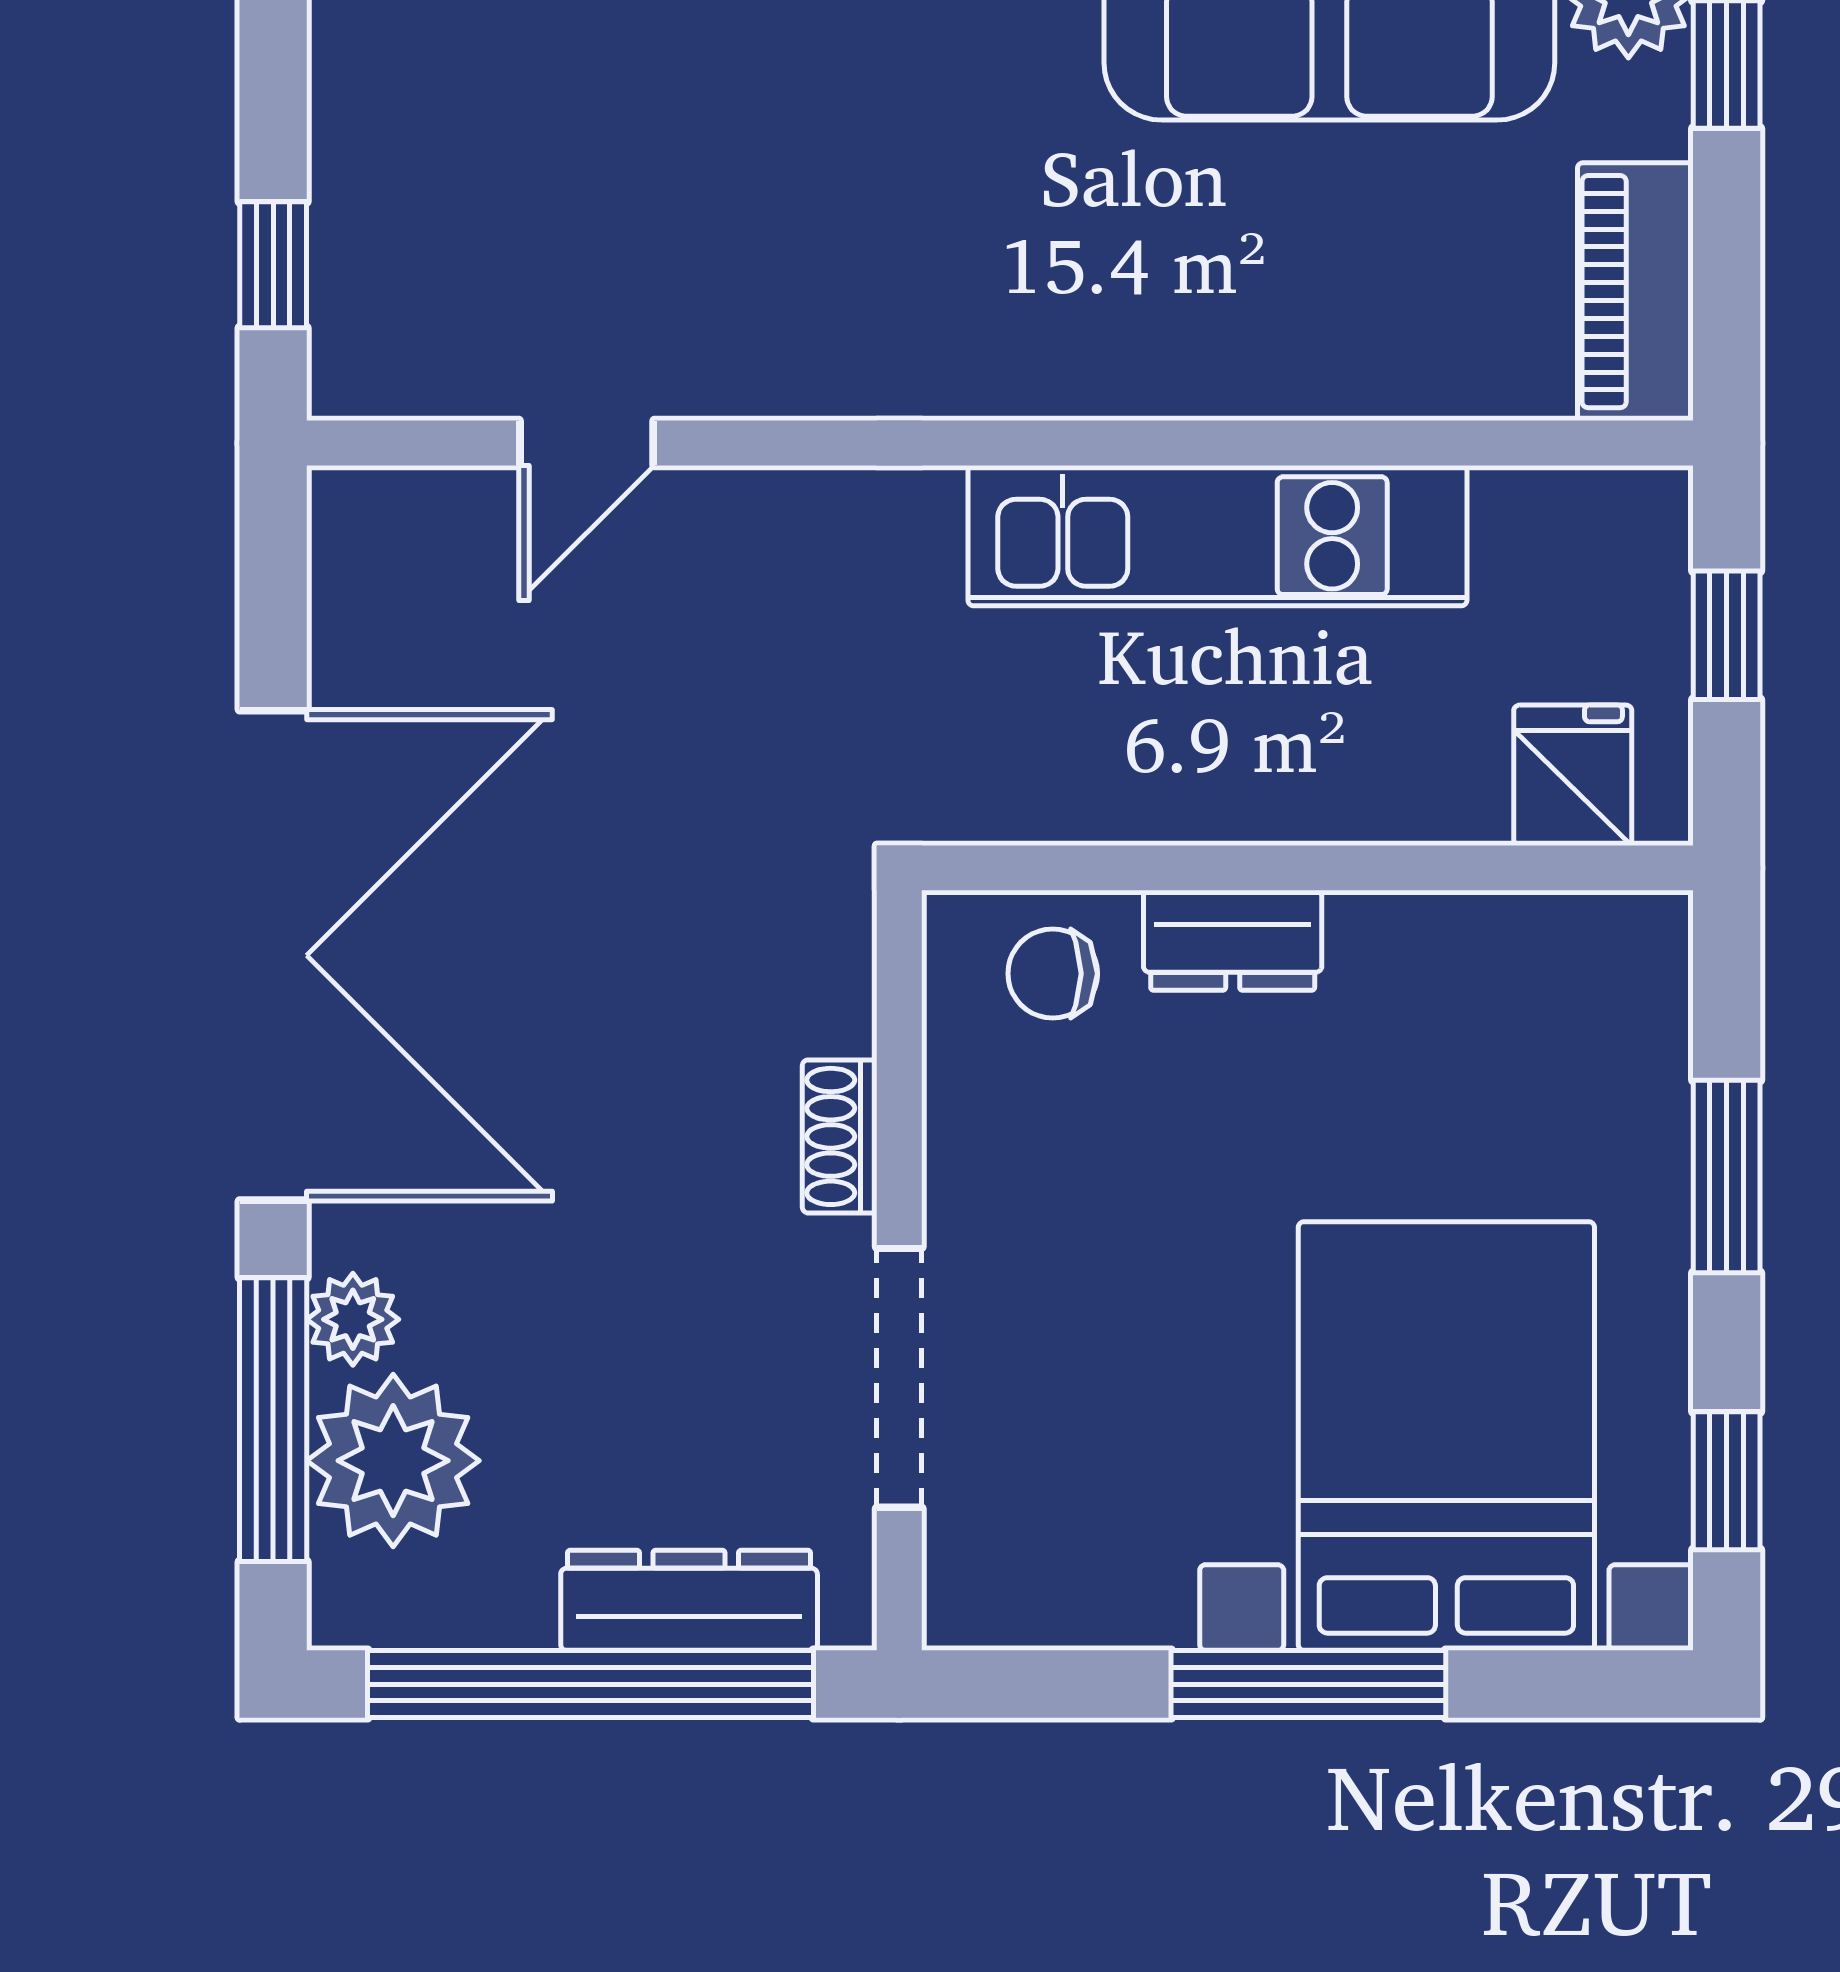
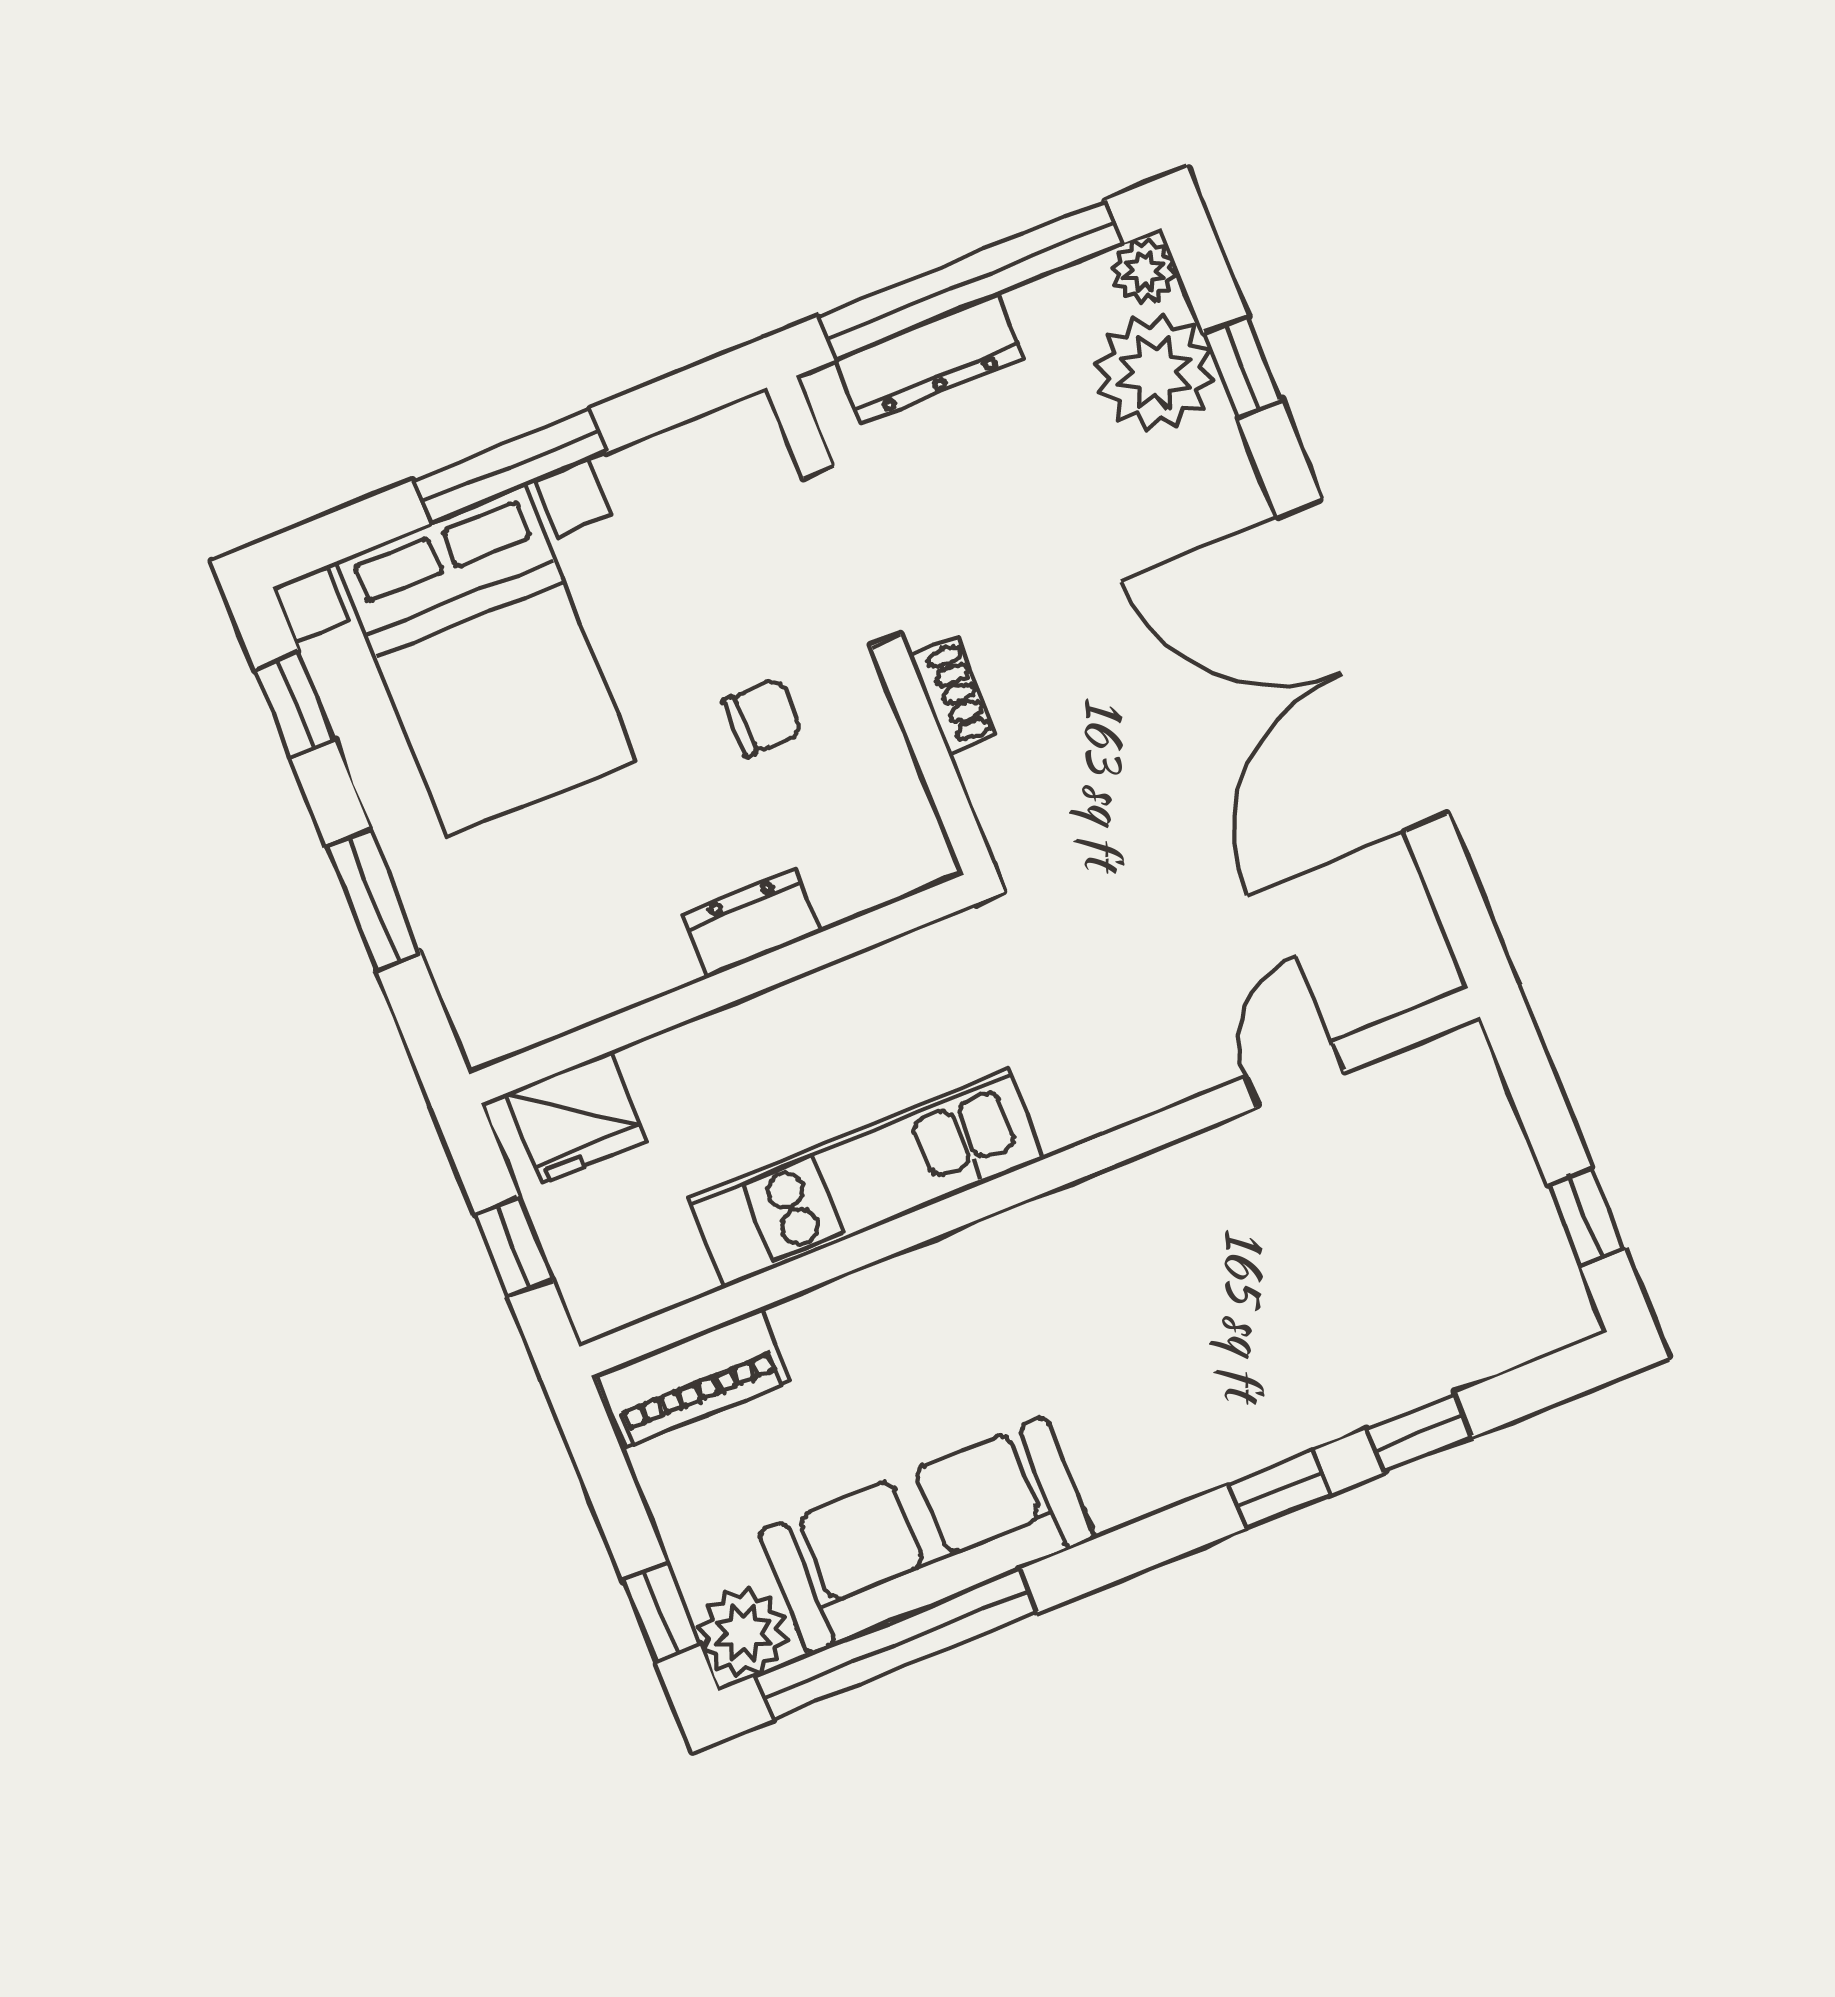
window: (273, 265) -> (1586, 1217), moved
piano: (1635, 292) -> (693, 1378), moved, turned 90
fridge: (1573, 775) -> (576, 1117), width x1.38
chair: (1053, 974) -> (762, 717), moved
plant: (353, 1319) -> (1144, 271), moved
window: (273, 1420) -> (1243, 367), width x0.46

